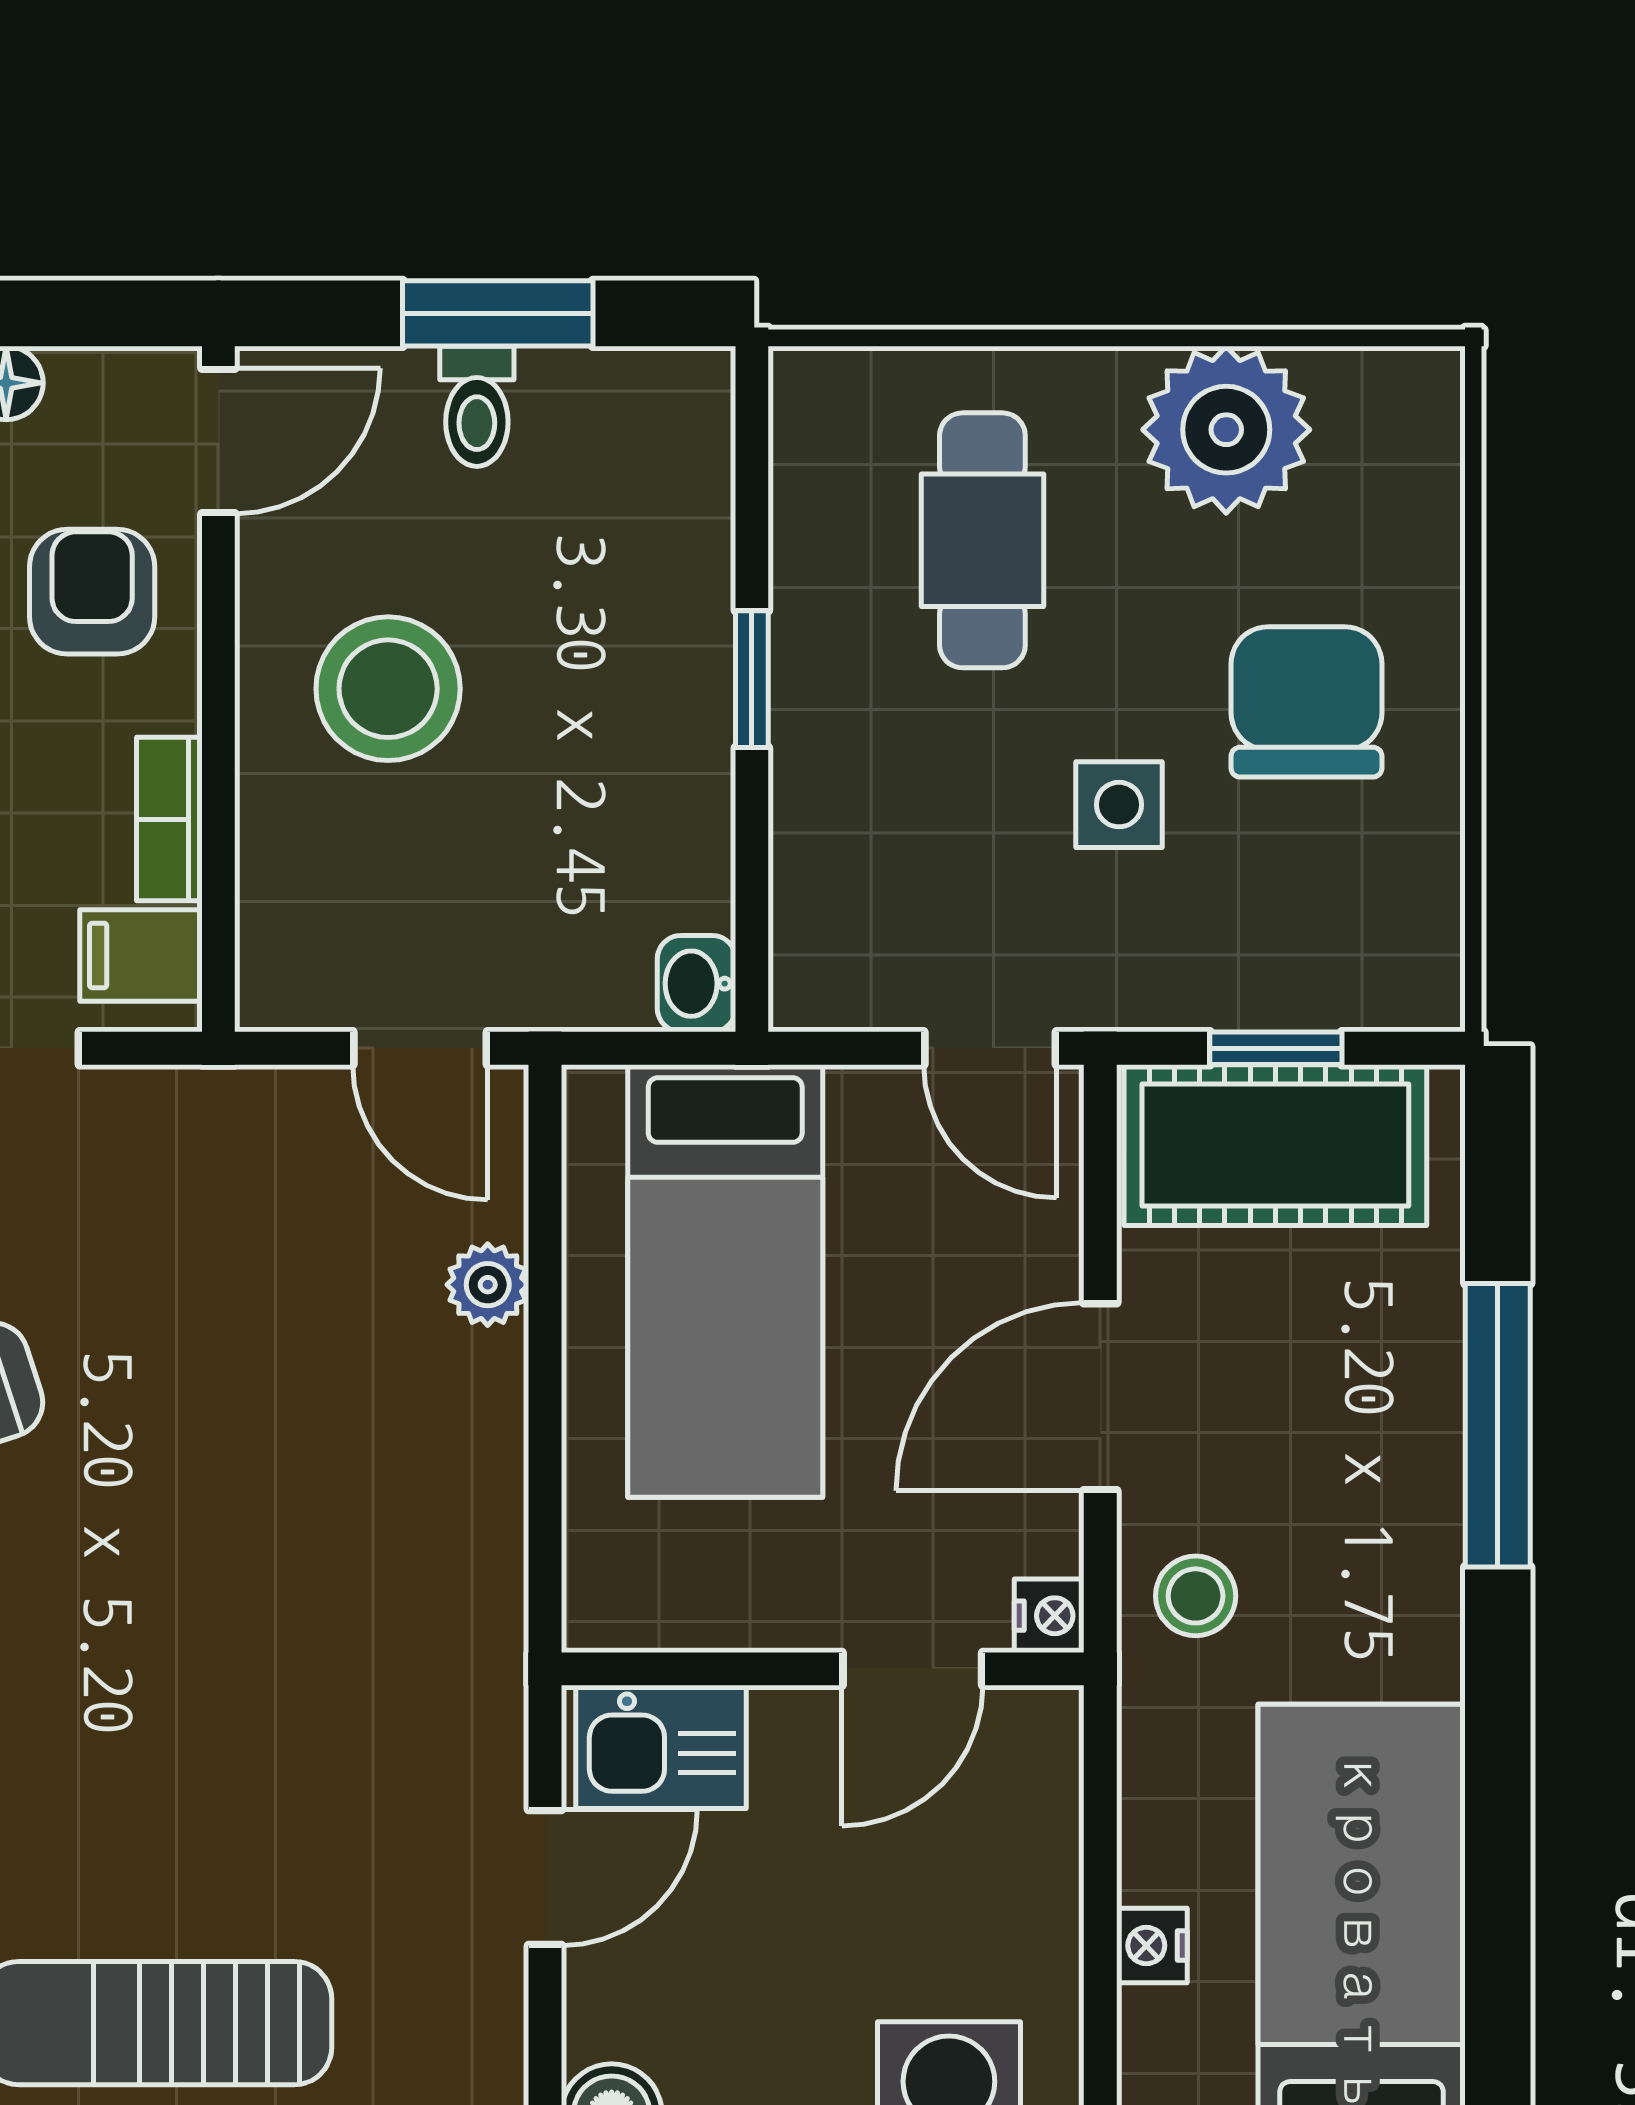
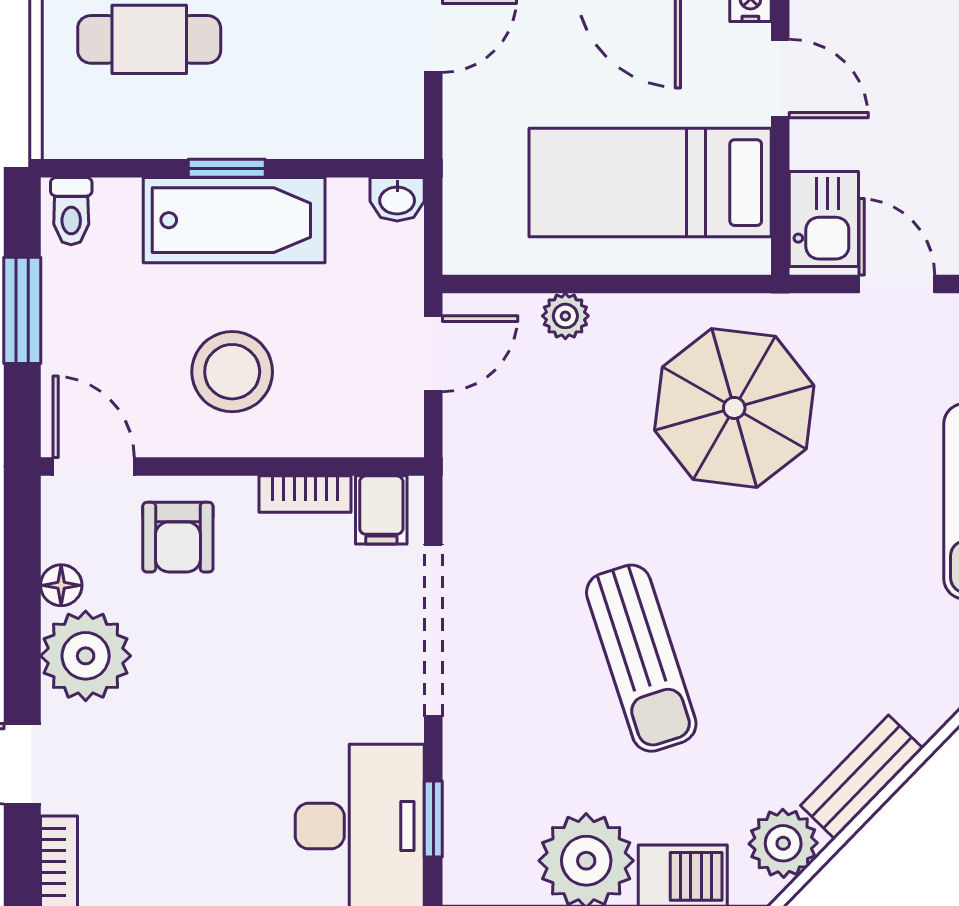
toilet: (477, 406) -> (71, 211), moved, turned 90
armchair: (92, 592) -> (178, 537), turned -90
bathtub: (659, 692) -> (234, 220), added
bed: (725, 1281) -> (650, 183), moved, turned 180
parasol: (323, 1587) -> (734, 408), added

